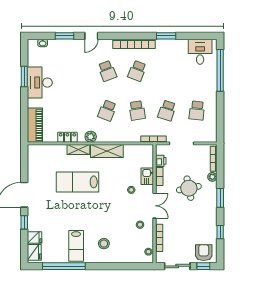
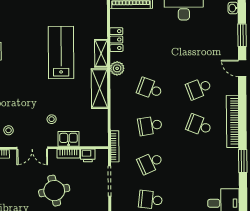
school desk: (167, 110) -> (150, 163), turned -42

